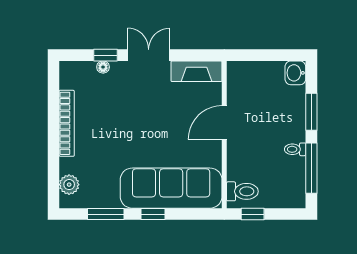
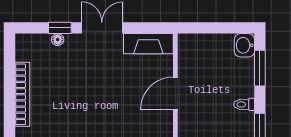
window: (311, 112) -> (260, 68), moved
toilet: (295, 149) -> (244, 104), moved

